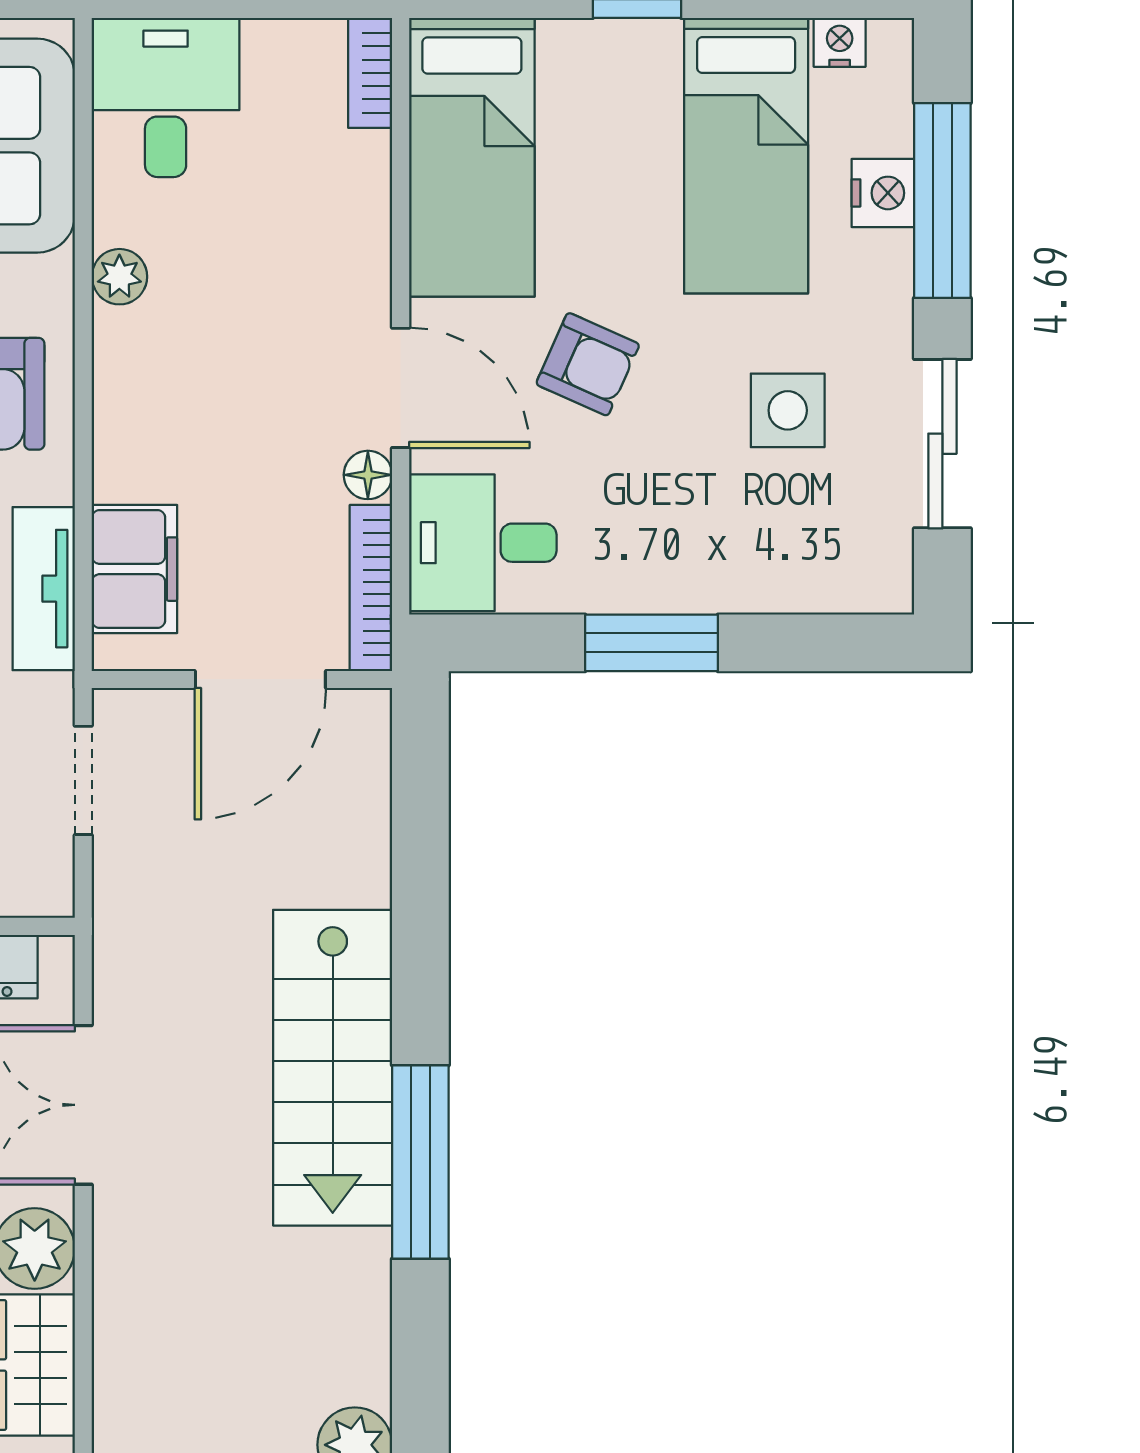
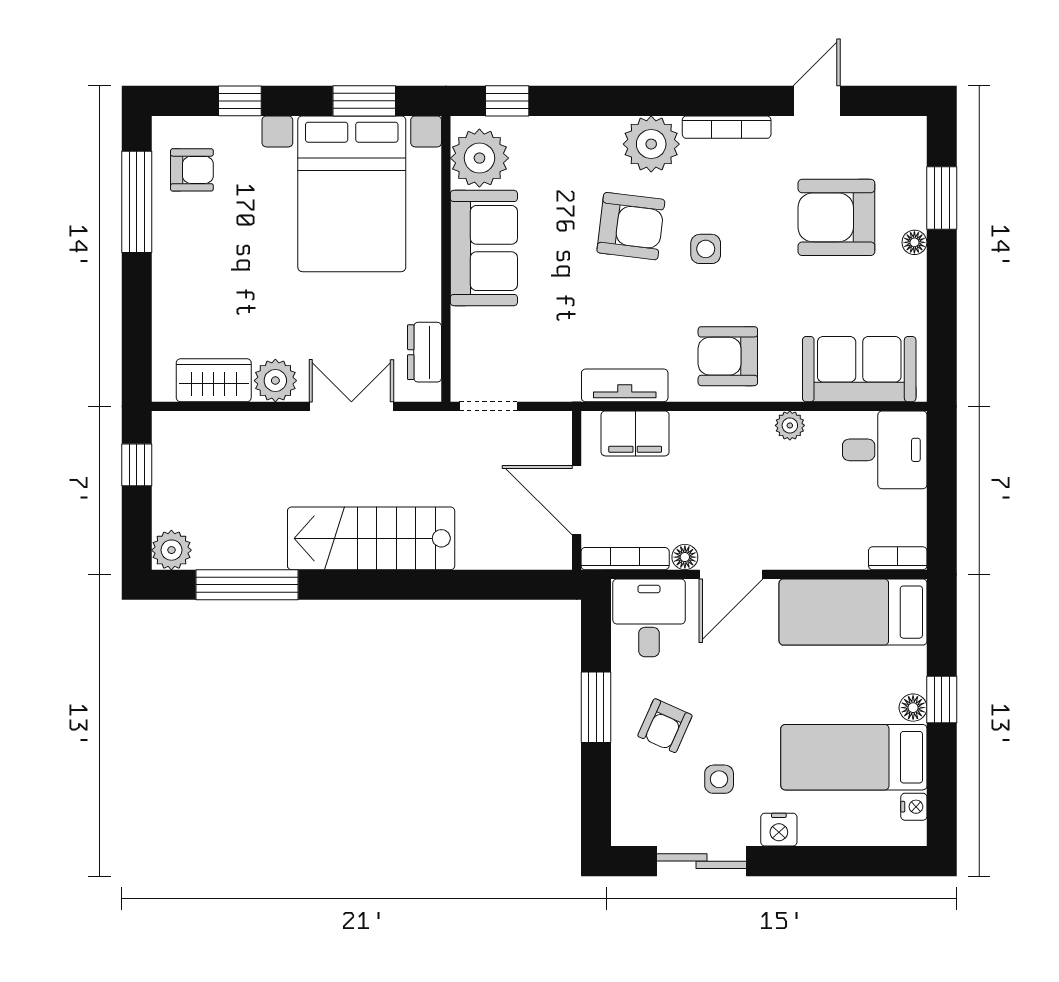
floor lamp: (652, 44) -> (913, 708), added
nightstand: (883, 193) -> (779, 830), moved
window: (942, 200) -> (830, 861), removed
armchair: (588, 364) -> (665, 726), moved
side table: (788, 410) -> (719, 779), width x0.73, depth x0.73
doorway: (83, 780) -> (488, 406), moved
window: (420, 1162) -> (247, 585), moved

